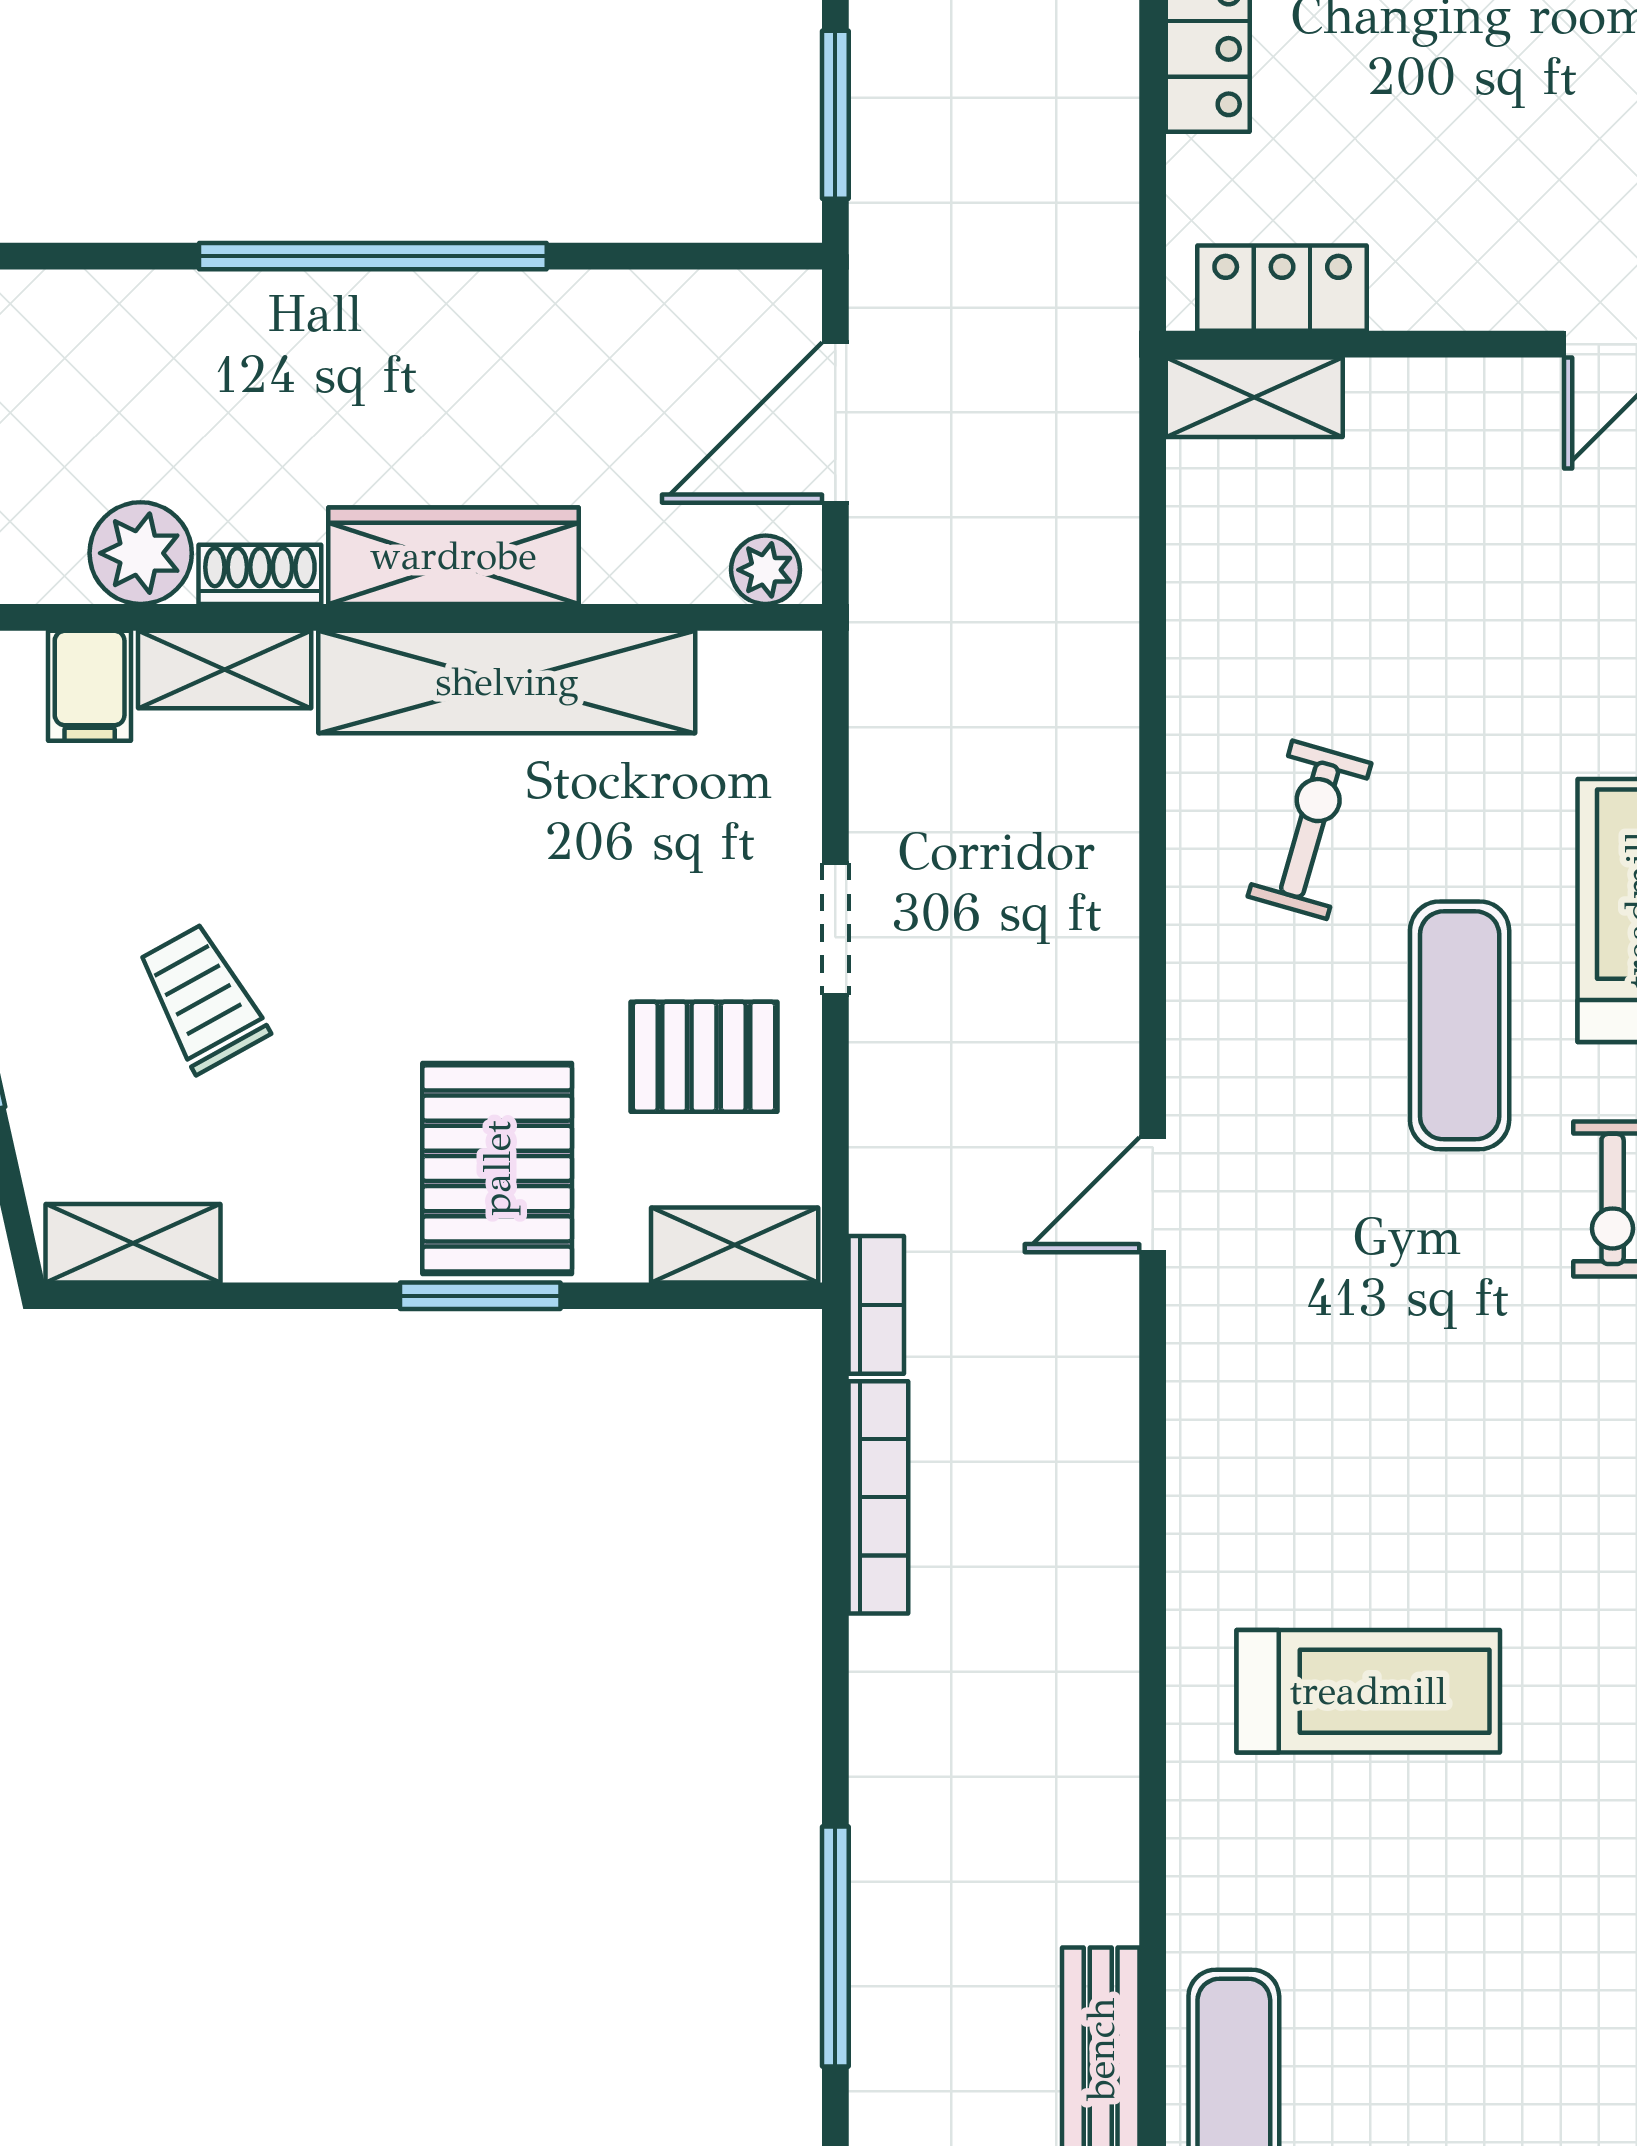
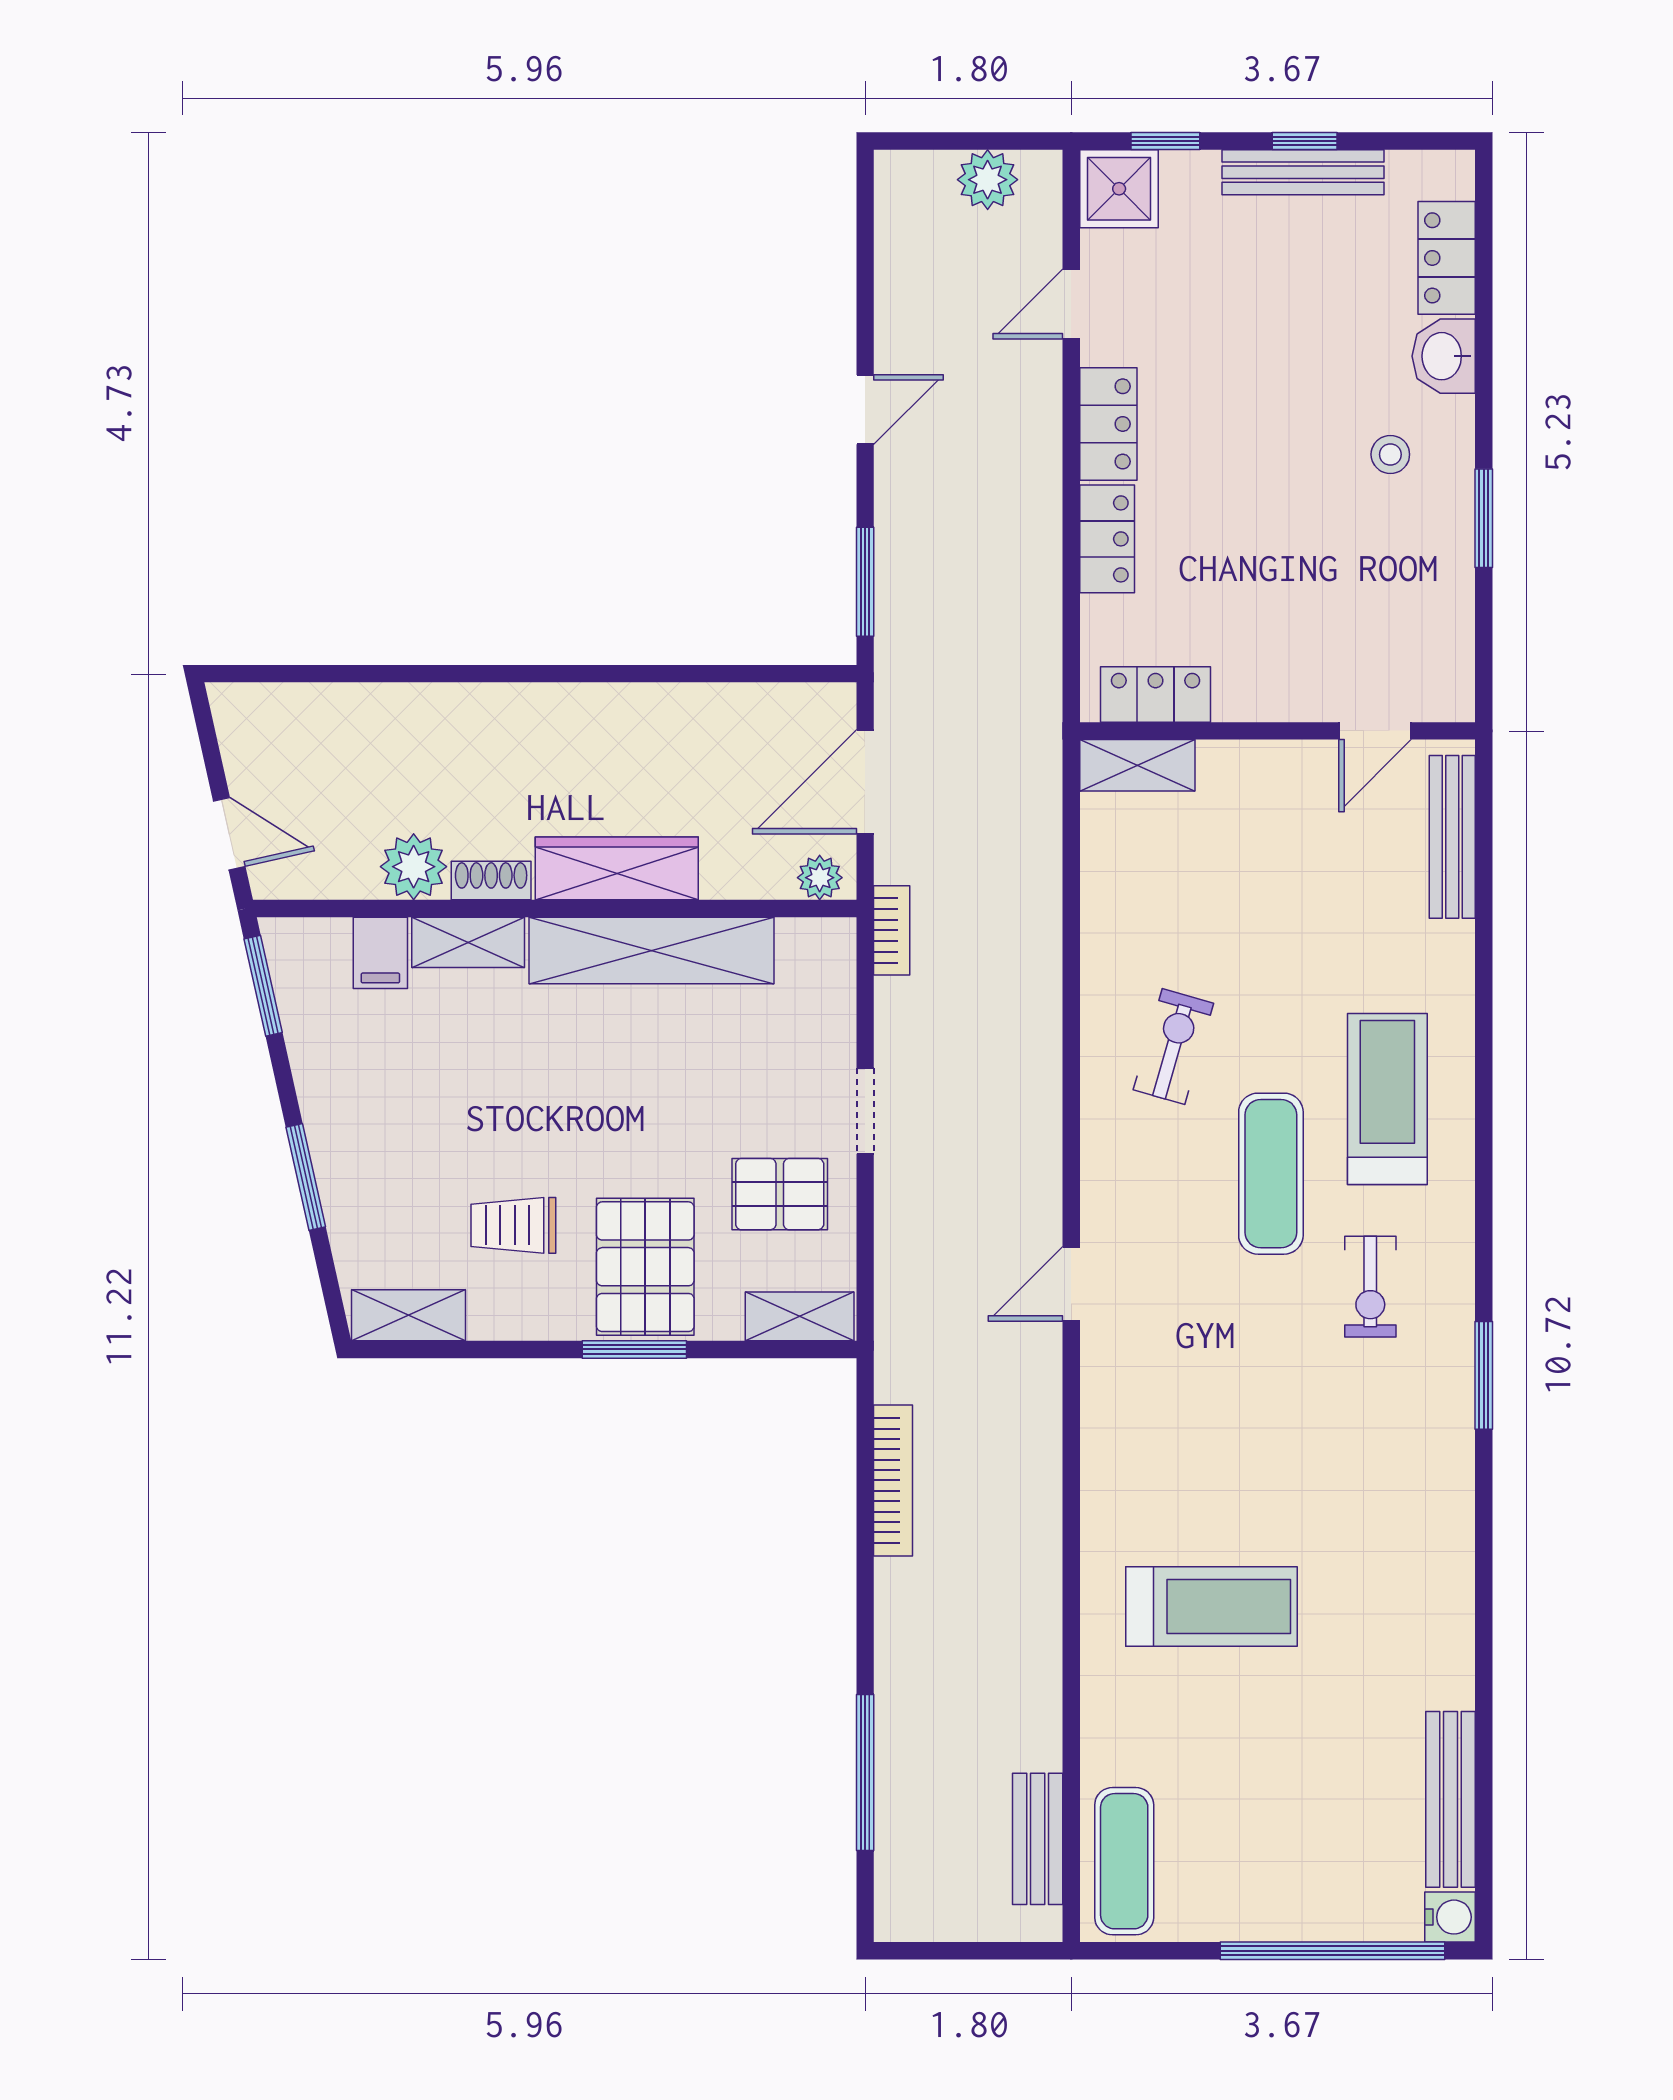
window: (373, 256) -> (565, 674), removed
trolley: (202, 998) -> (513, 1225), moved, turned -61
bookcase: (876, 1305) -> (892, 930), moved

